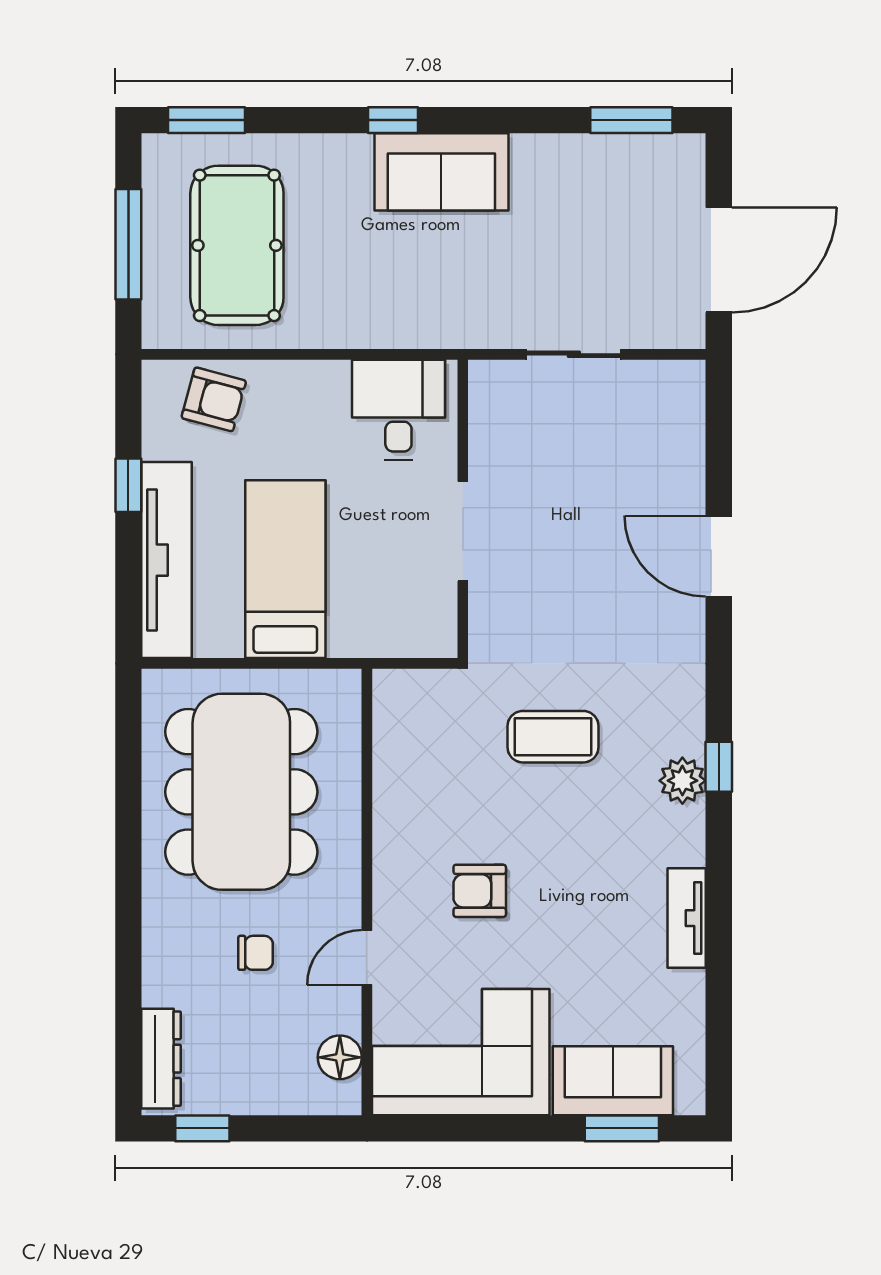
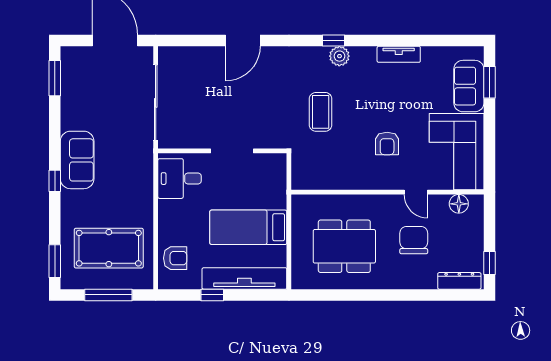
sliding door: (574, 354) -> (156, 103), width x1.86
armchair: (214, 399) -> (175, 258), turned 75
dining table: (241, 792) -> (344, 246), width x0.73, depth x0.80
chair: (256, 953) -> (414, 240), width x1.87, depth x1.87

